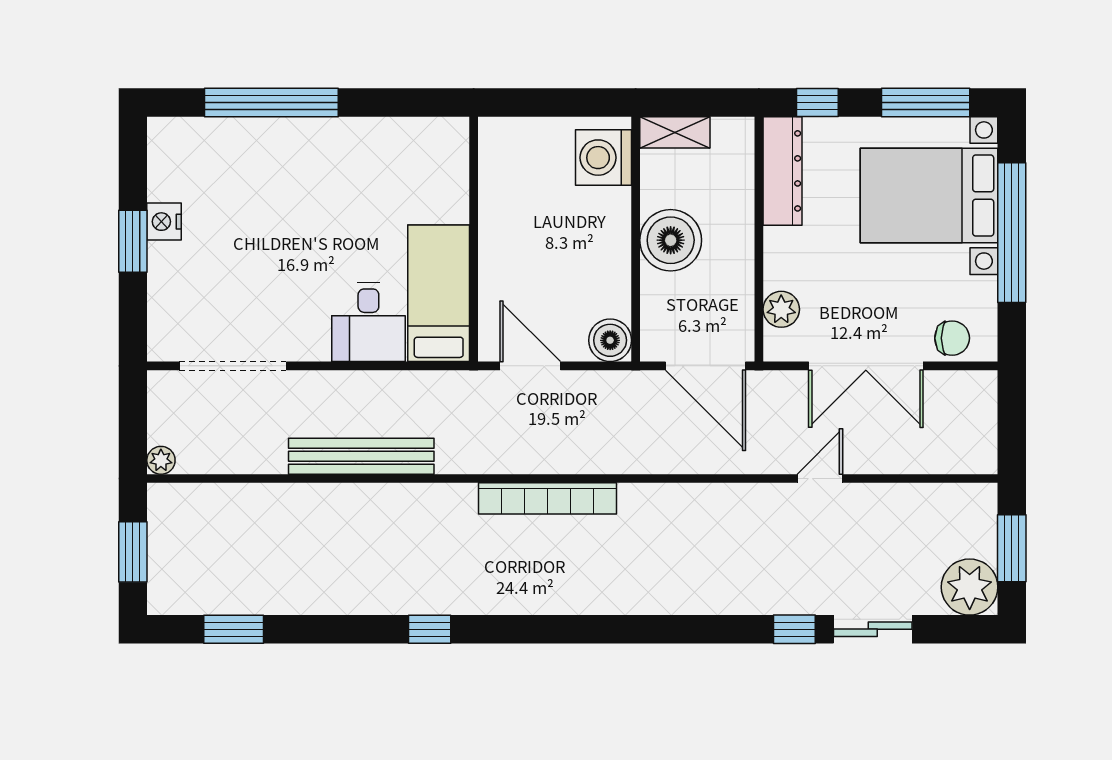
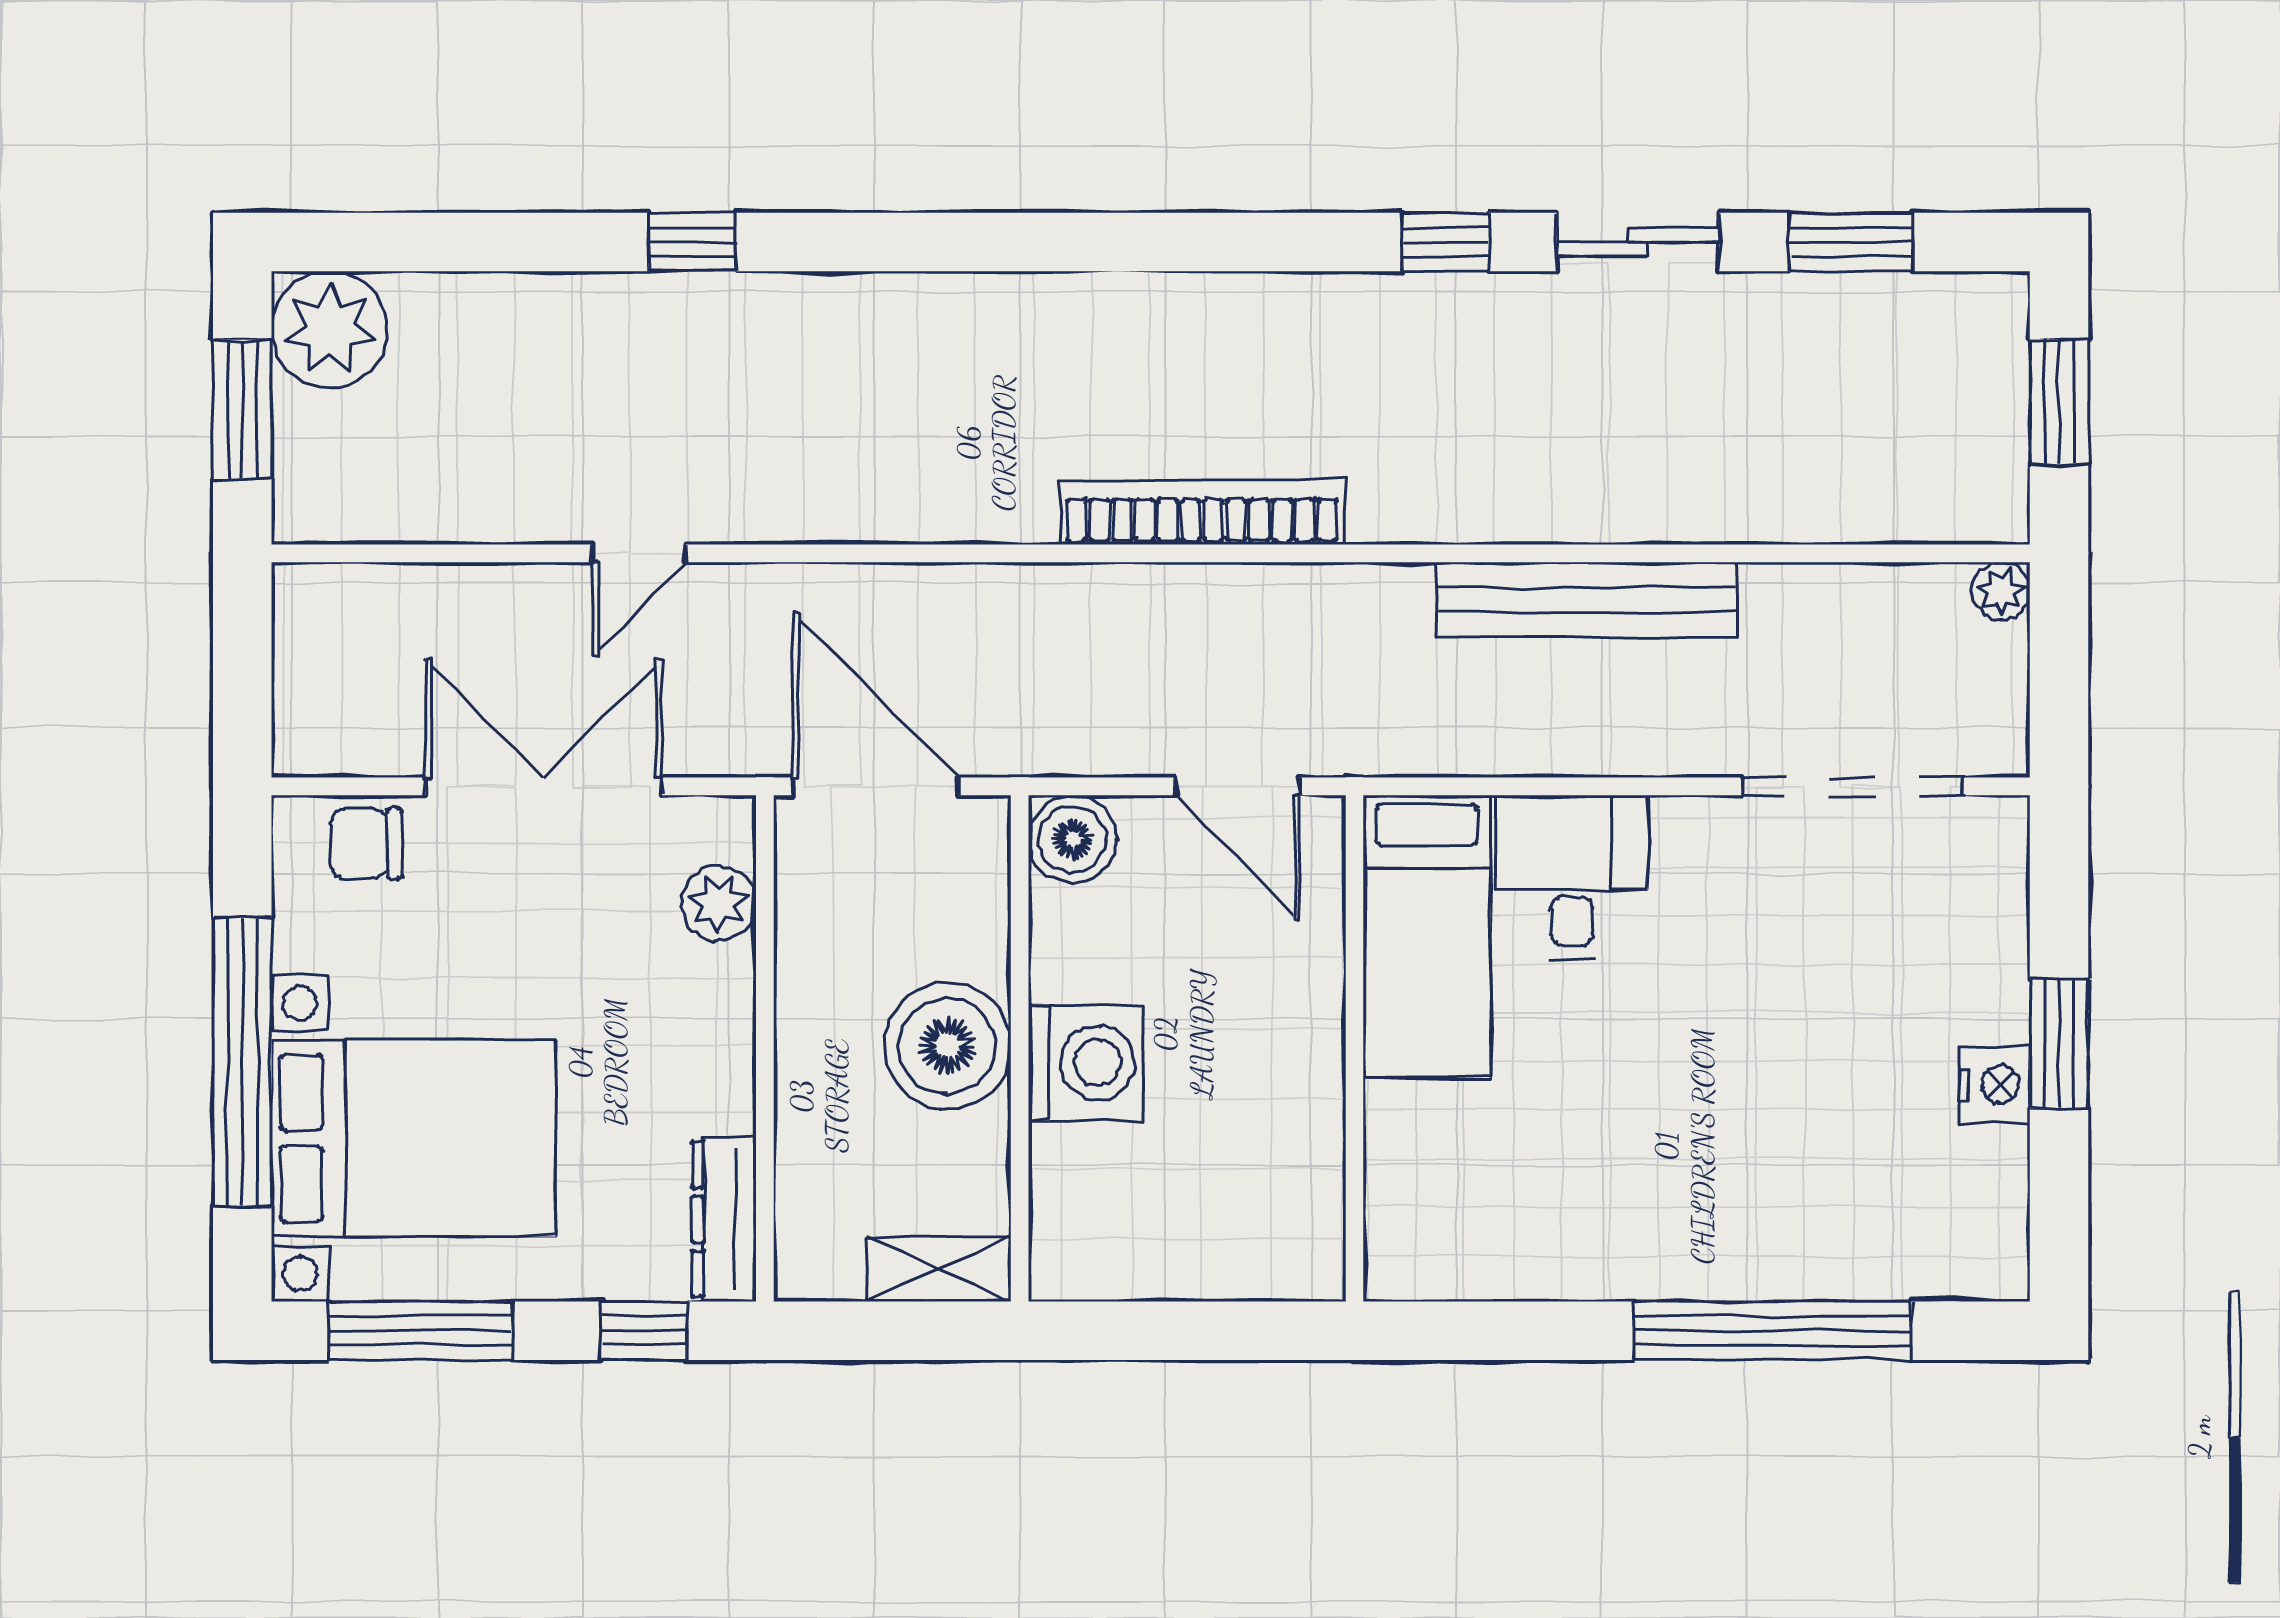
washing machine: (604, 158) -> (1086, 1063), moved
dresser: (783, 171) -> (724, 1219), width x0.73, depth x0.80
sliding door: (873, 629) -> (1638, 242), moved

